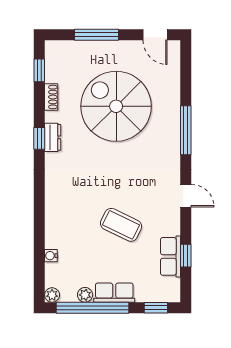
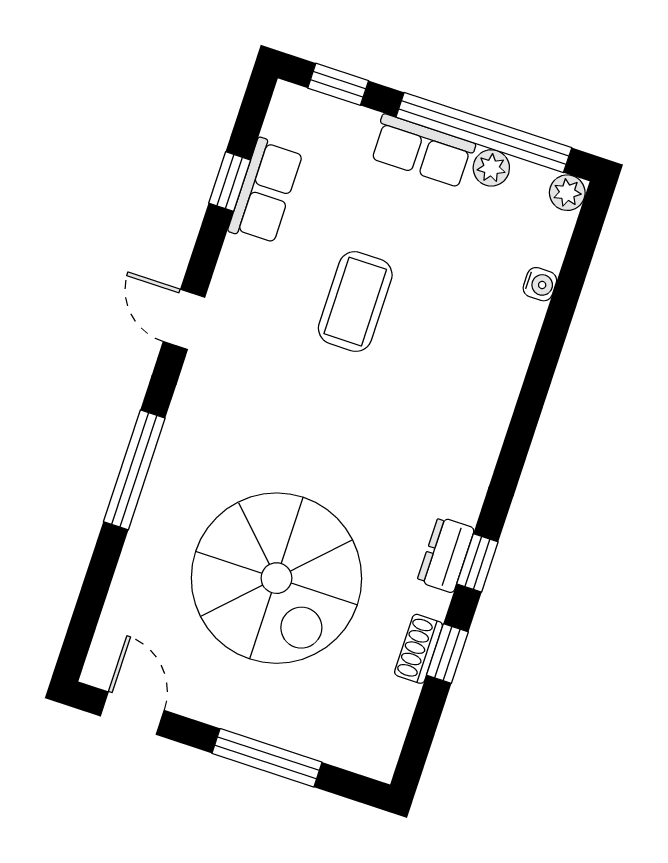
window: (39, 70) -> (447, 654), moved
coffee table: (121, 225) -> (355, 302), turned 64

